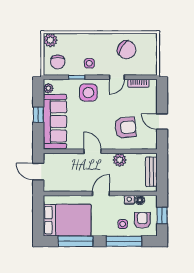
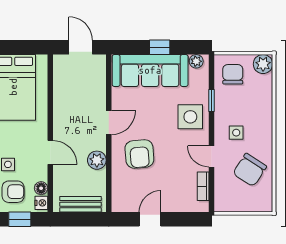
chair: (58, 62) -> (233, 74), turned 90
side table: (89, 63) -> (236, 133), moved
armchair: (125, 127) -> (139, 154), moved
door: (38, 172) -> (81, 47), hinge flipped
door: (101, 193) -> (50, 152), moved
nightstand: (129, 200) -> (41, 203), moved

